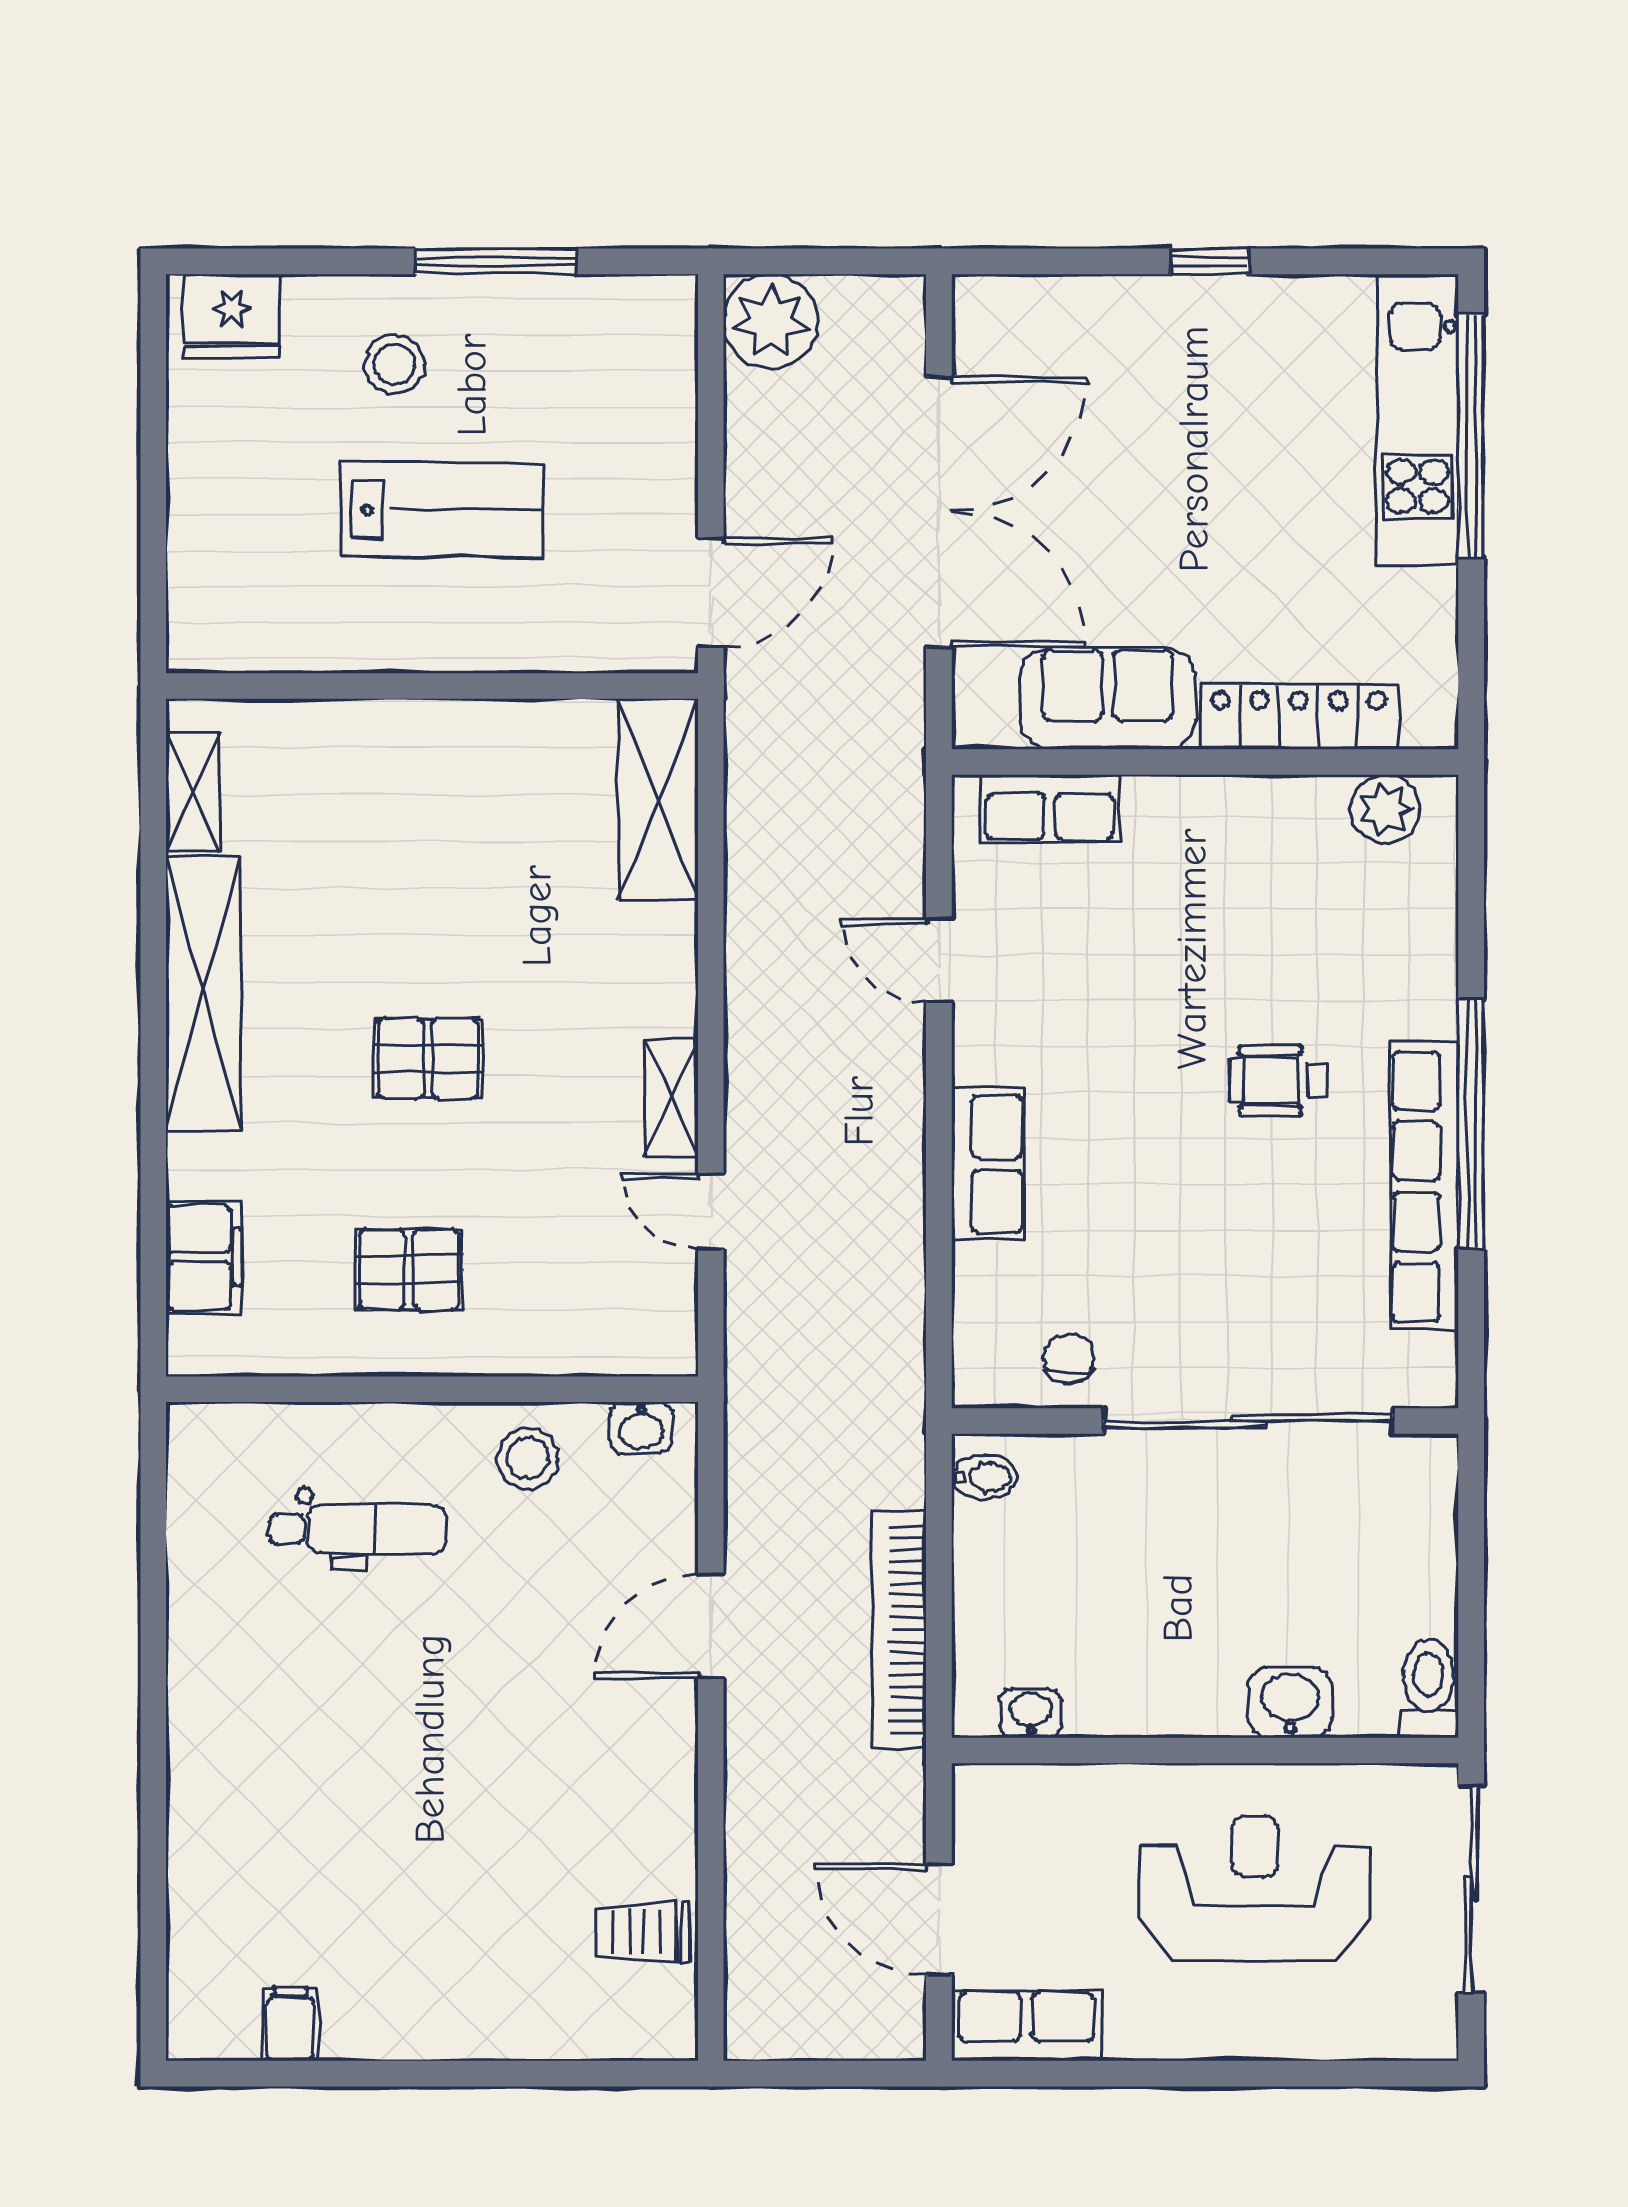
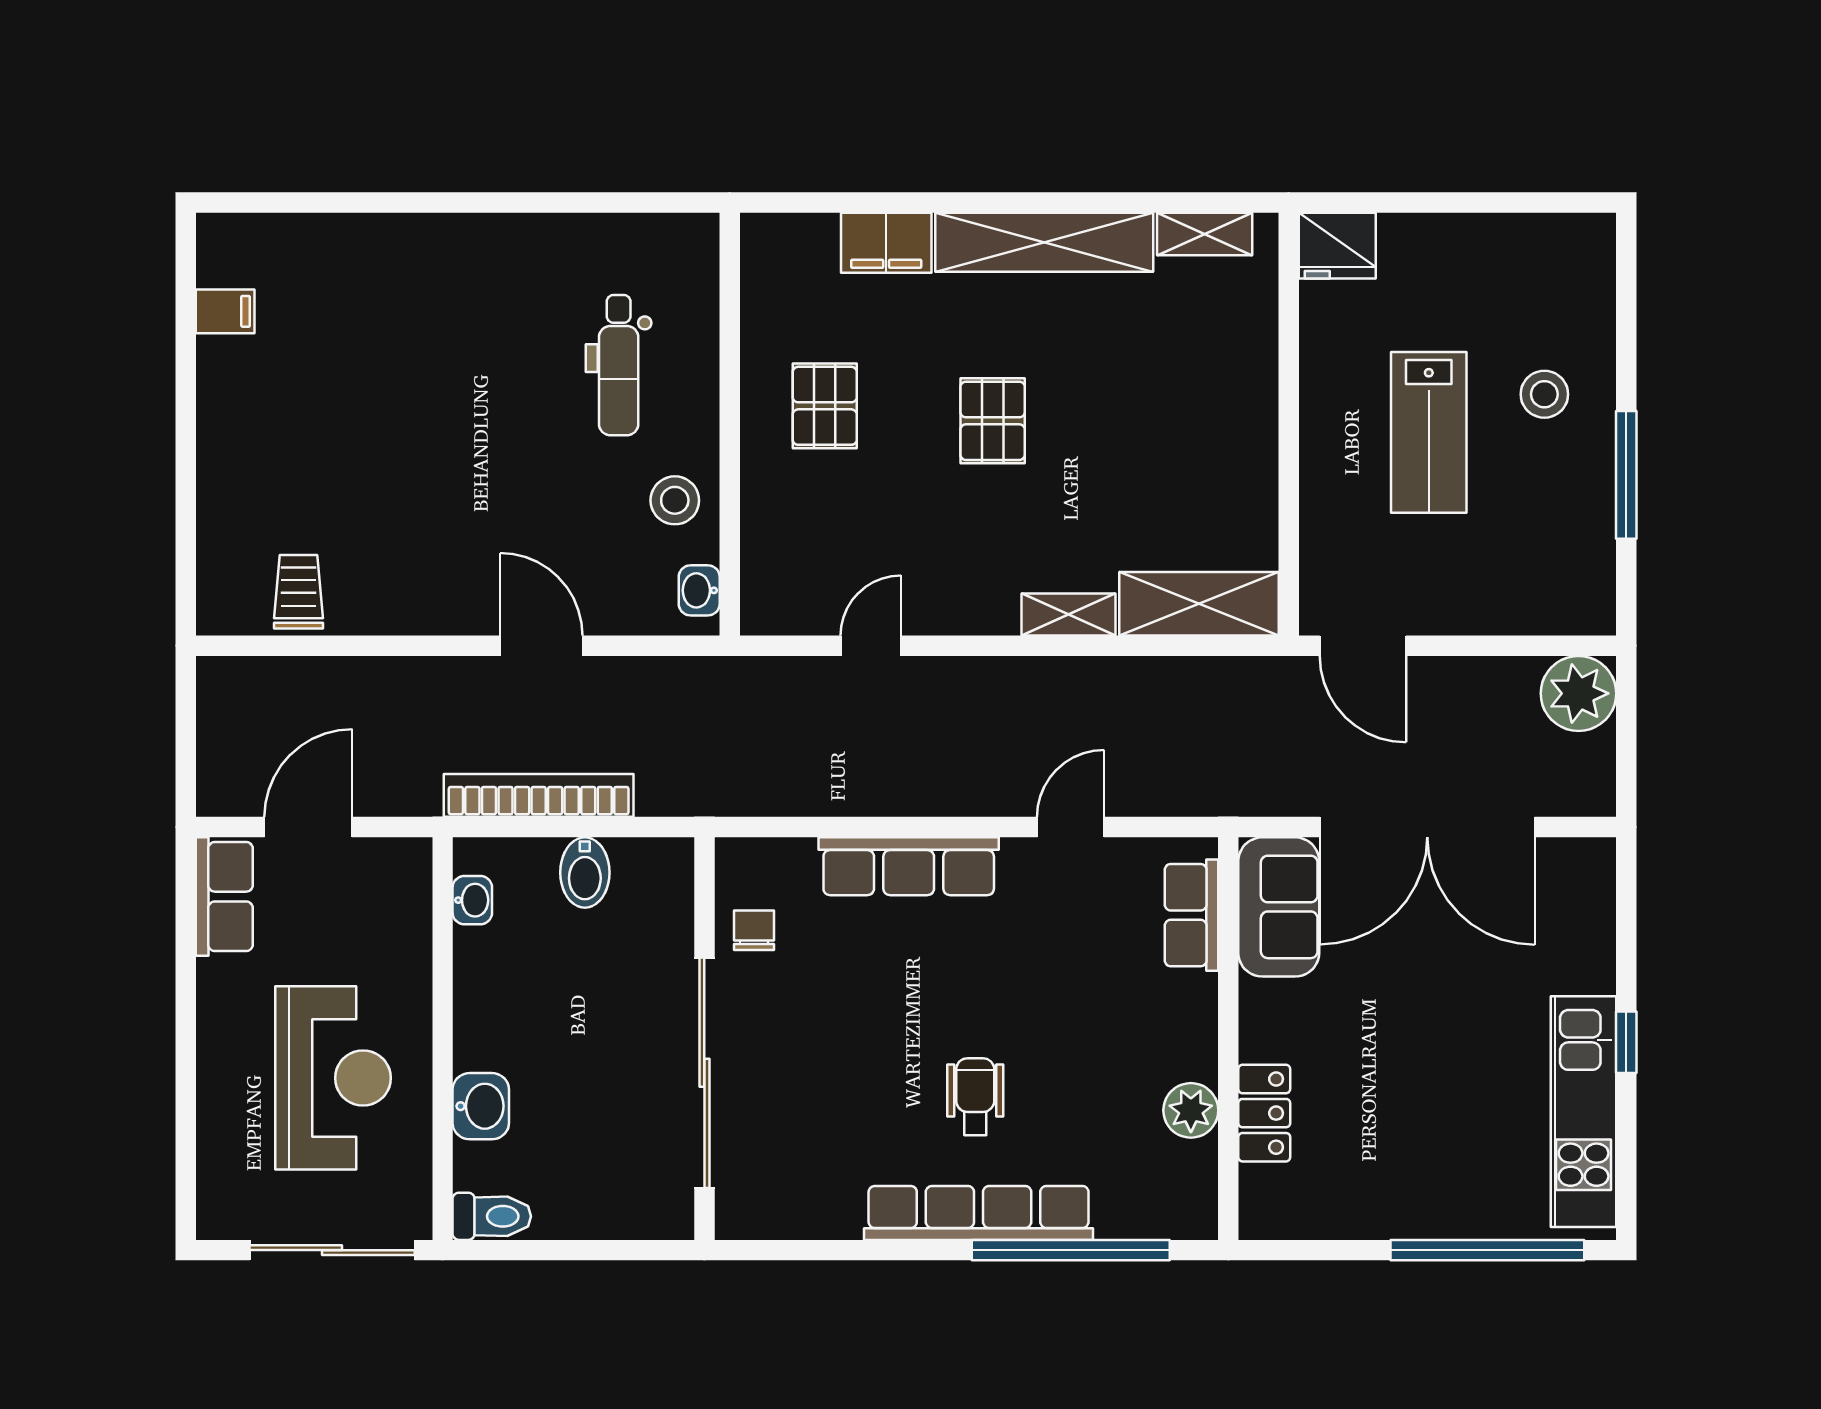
fridge: (232, 316) -> (1337, 246), moved, turned -90
kitchen unit: (1418, 419) -> (1584, 1112), moved, turned -90
sofa: (1108, 699) -> (1279, 907), moved
locker: (1299, 717) -> (1264, 1113), width x0.66
plant: (1385, 809) -> (1191, 1110), moved
shelving: (672, 1098) -> (1068, 615), moved
window: (1471, 1124) -> (1071, 1250), moved
row of seats: (988, 1164) -> (909, 866), width x1.48
row of seats: (1424, 1186) -> (979, 1213), moved
filing cabinet: (204, 1257) -> (886, 243), moved
chair: (1069, 1359) -> (754, 930), turned -88
bidet: (984, 1477) -> (585, 873), moved, width x1.38, depth x1.36

